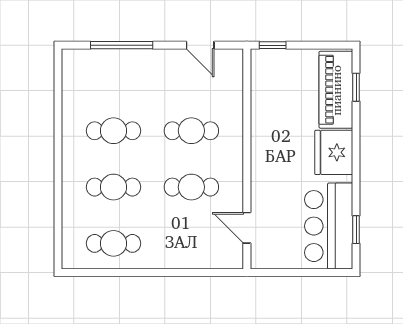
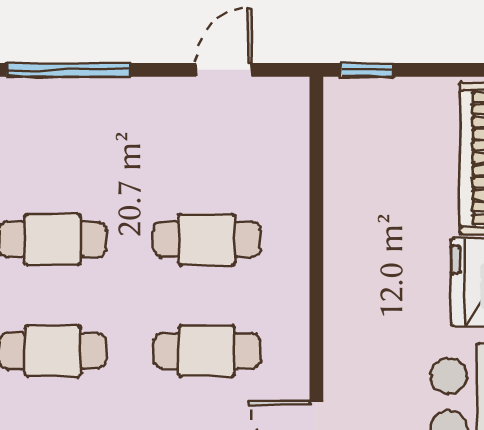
door: (200, 45) -> (224, 70), swing flipped

